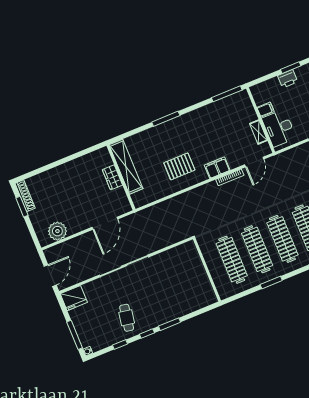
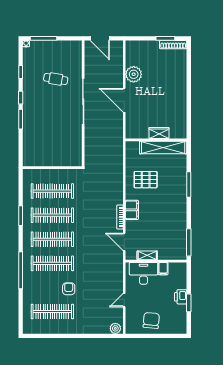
pallet: (179, 166) -> (146, 180), turned 90
shelving: (126, 167) -> (163, 148), moved
wardrobe: (112, 177) -> (159, 133), moved
wall: (121, 177) -> (156, 140), moved
plant: (57, 231) -> (134, 74), moved
fridge: (74, 298) -> (74, 50), removed
cafe table: (127, 318) -> (56, 79), moved

